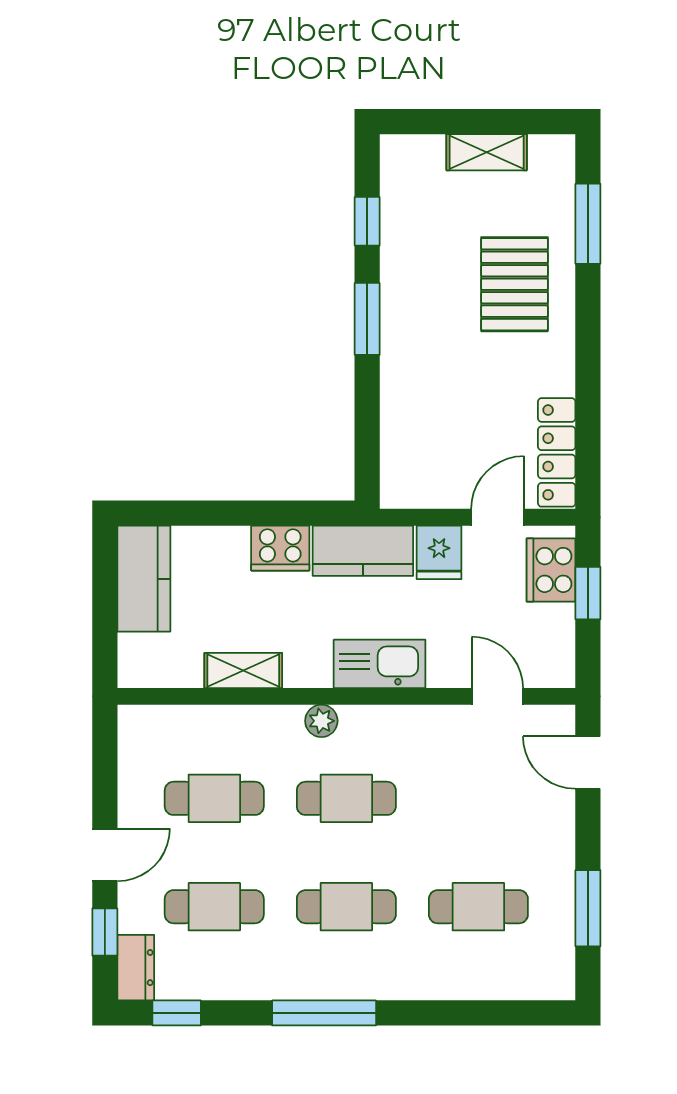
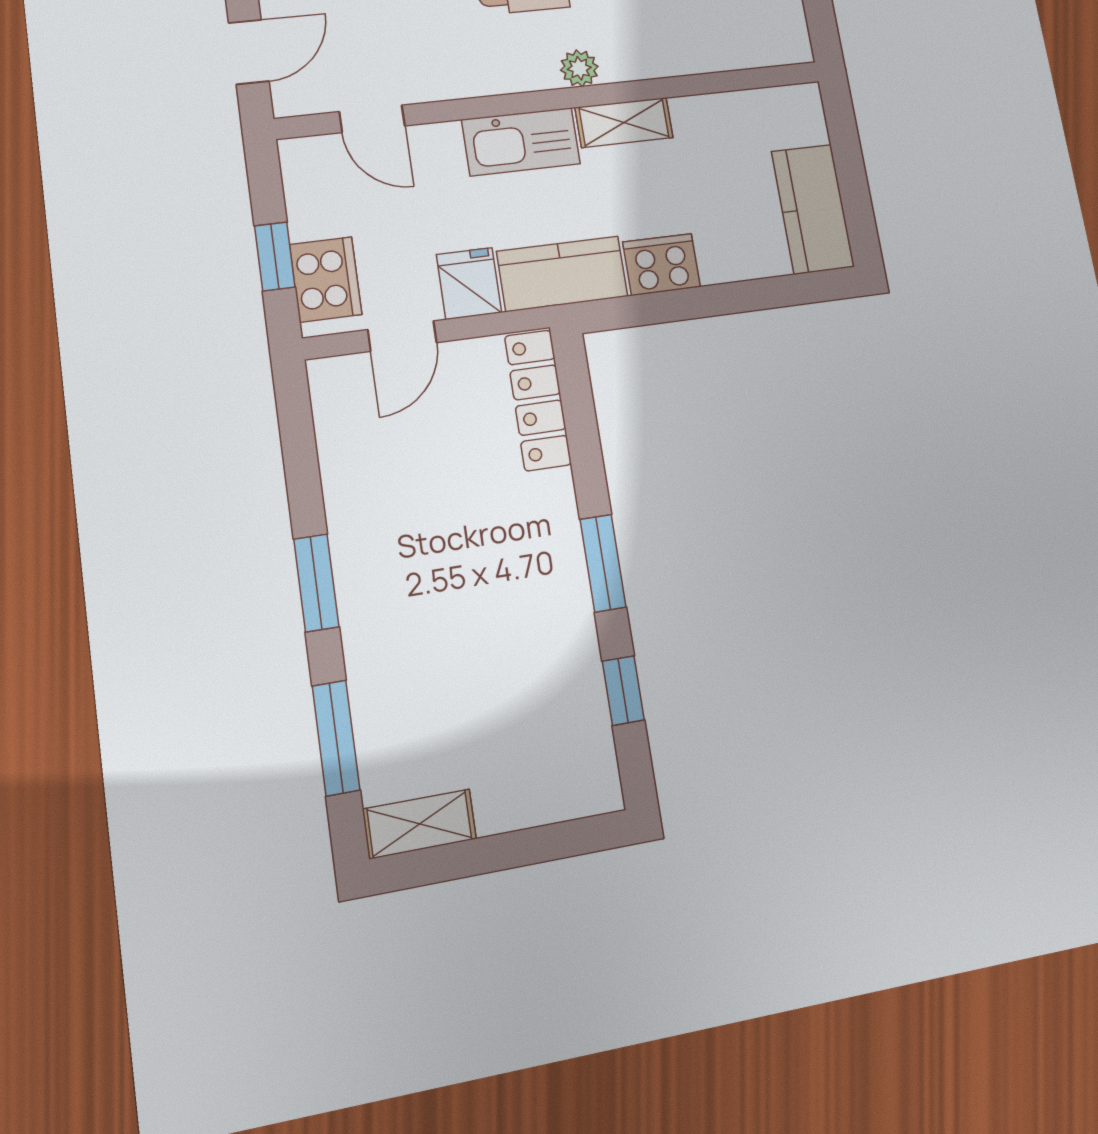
shelving: (487, 152) -> (419, 824), moved
pallet: (514, 284) -> (422, 639), removed
window: (588, 339) -> (316, 583), added
locker: (557, 452) -> (538, 400), moved, turned 180
shelving: (243, 671) -> (624, 122), moved
door: (588, 763) -> (249, 52), hinge flipped

